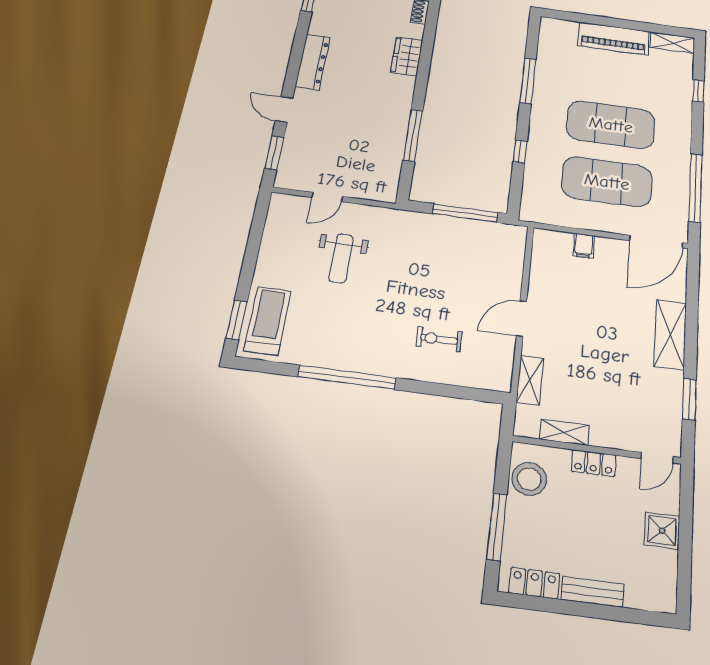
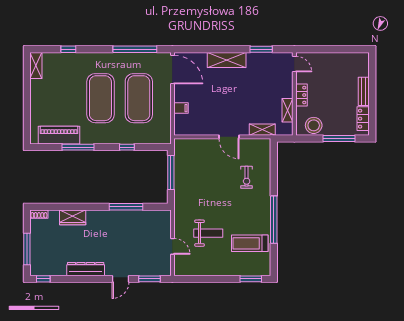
piano: (613, 39) -> (59, 135), moved, turned -90
treadmill: (268, 321) -> (250, 243), moved
shower: (662, 531) -> (331, 60), removed

